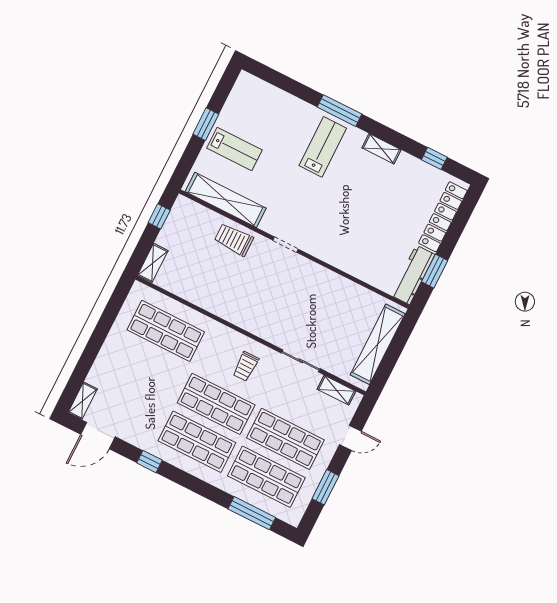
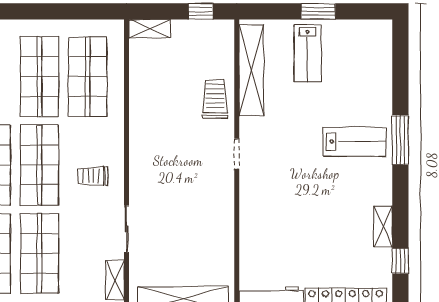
shelving: (381, 149) -> (383, 226), moved
shop shelf: (147, 369) -> (39, 77), added

